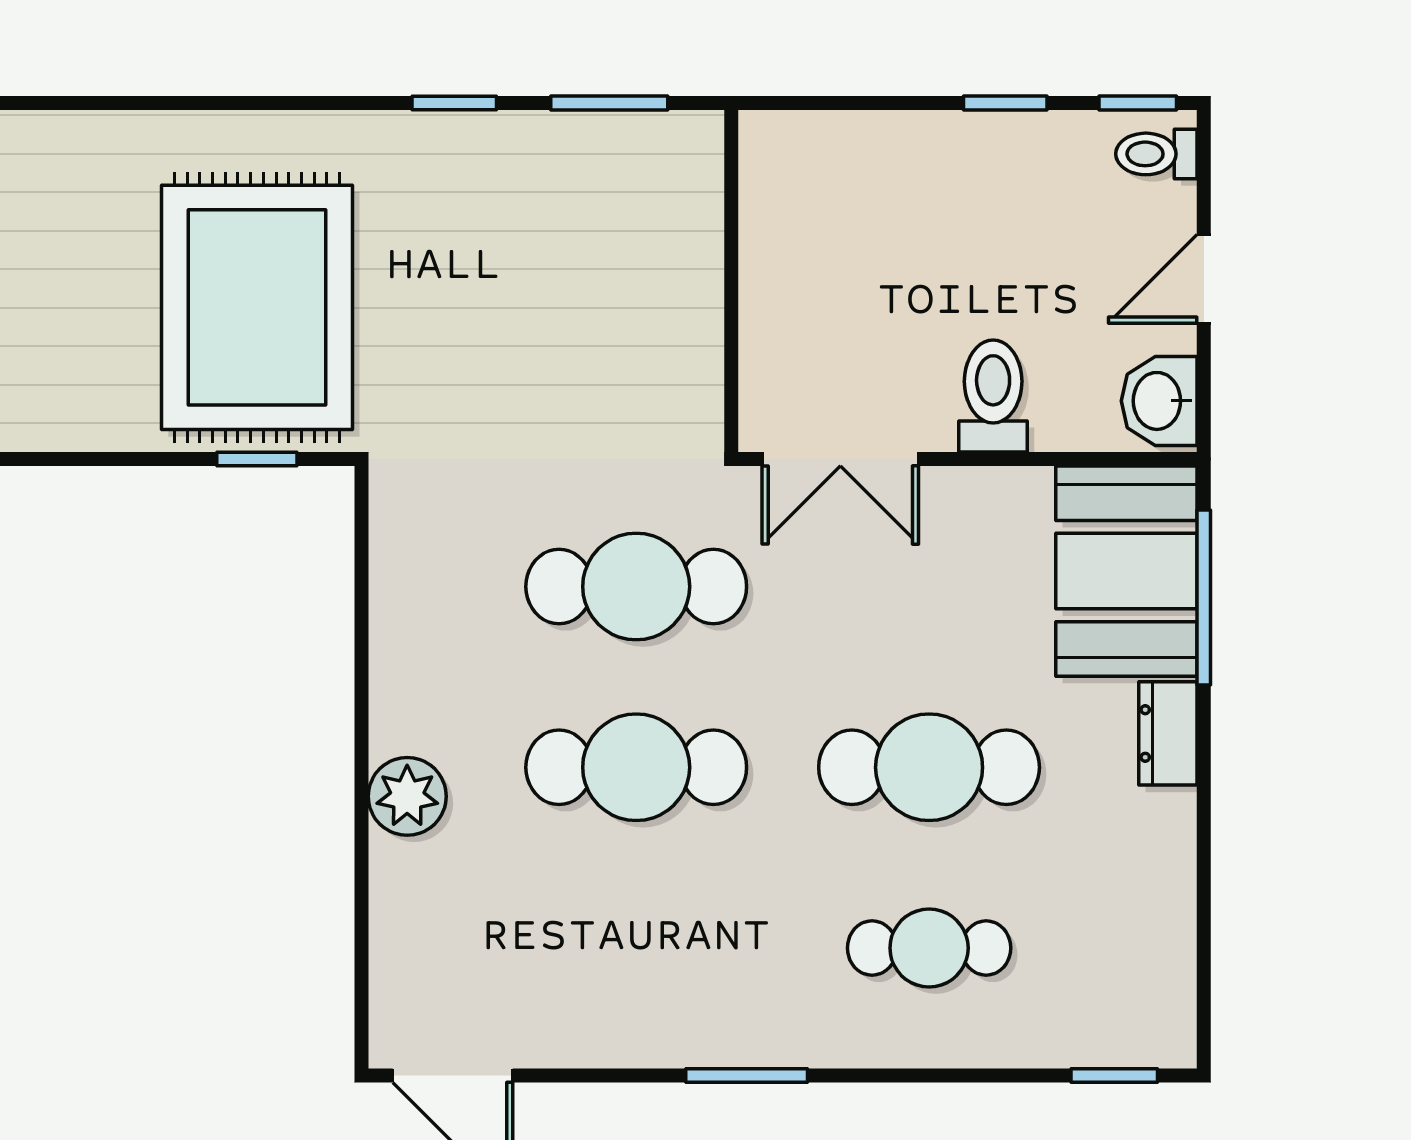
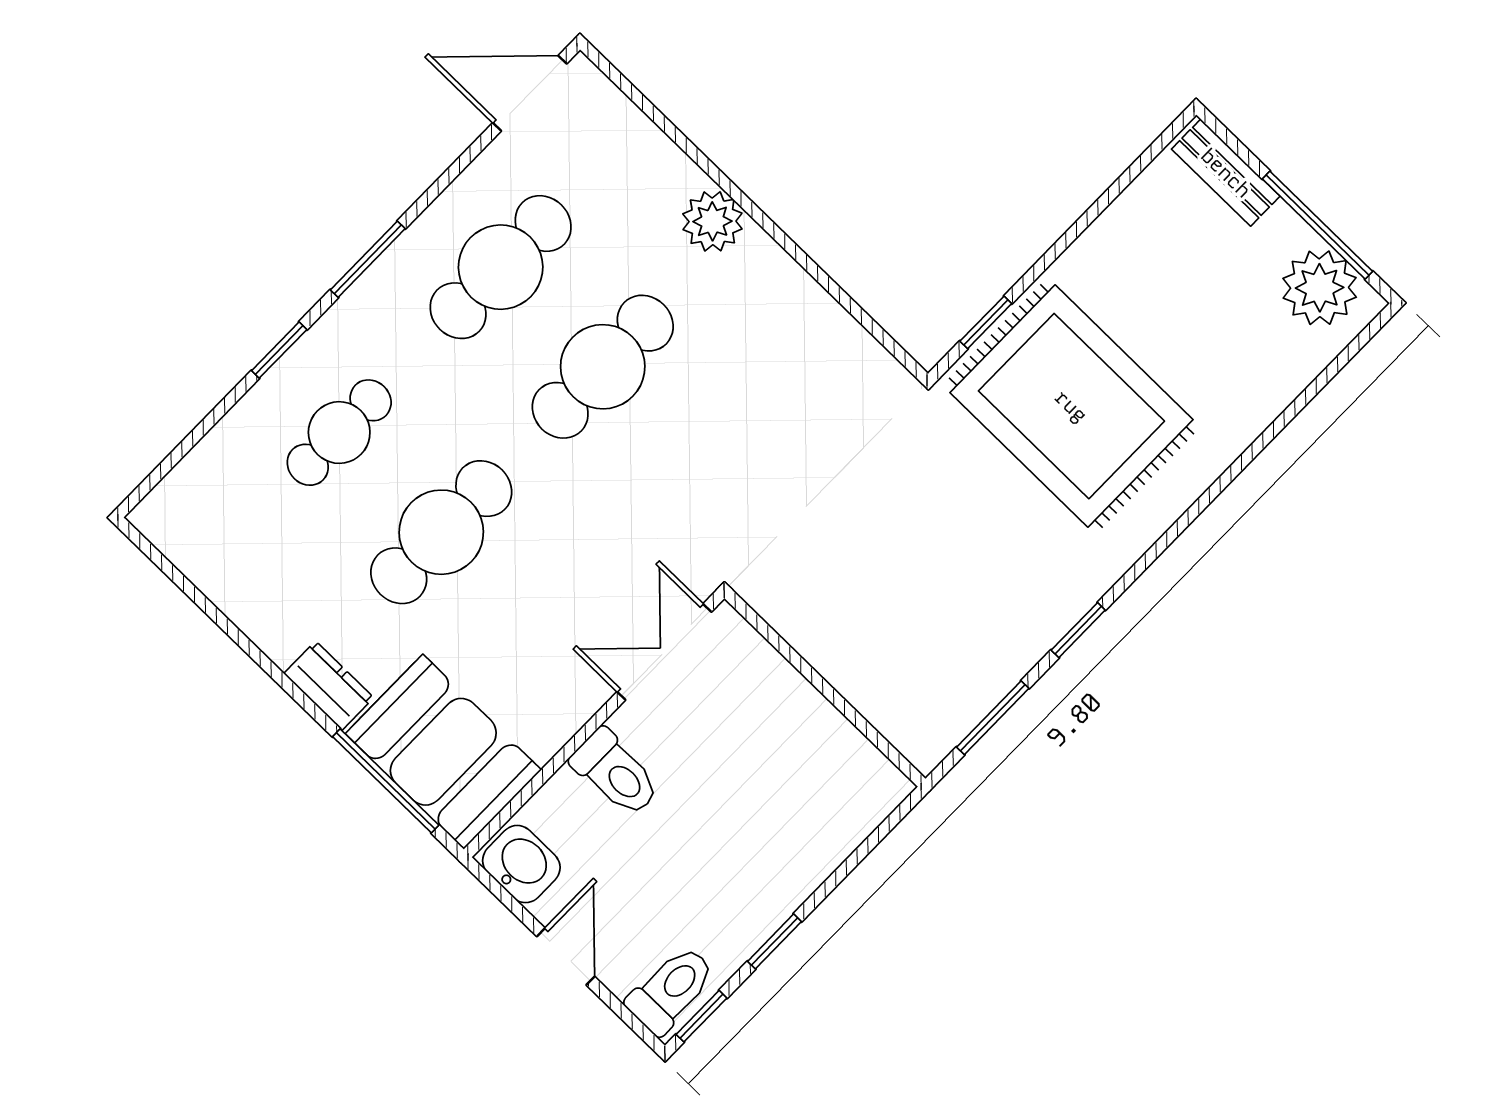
toilet: (1156, 154) -> (671, 990), width x1.37, depth x1.39
cafe table: (636, 587) -> (501, 267), moved
window: (1114, 1075) -> (279, 350), moved

